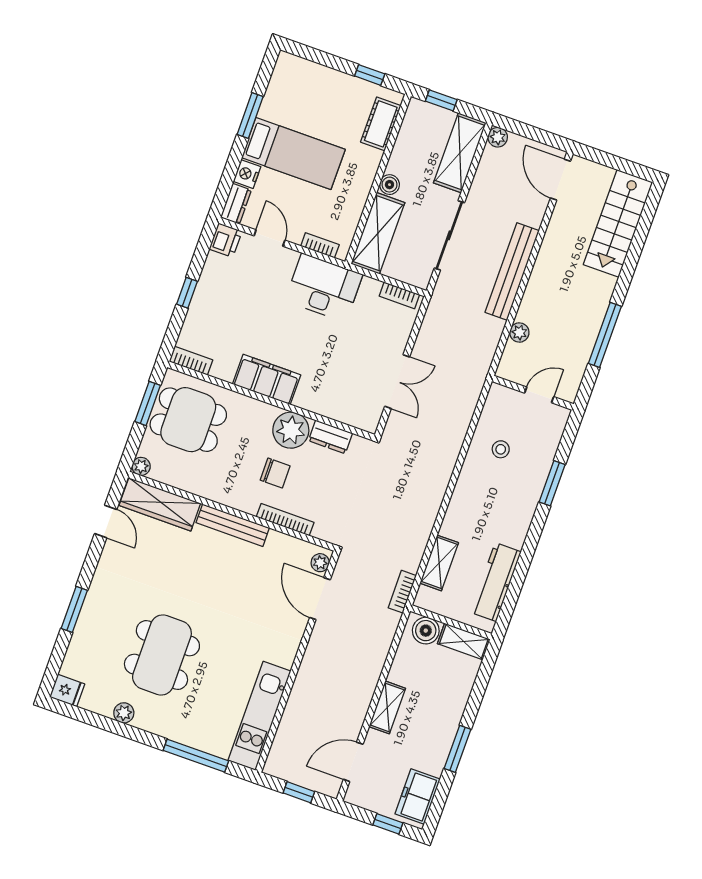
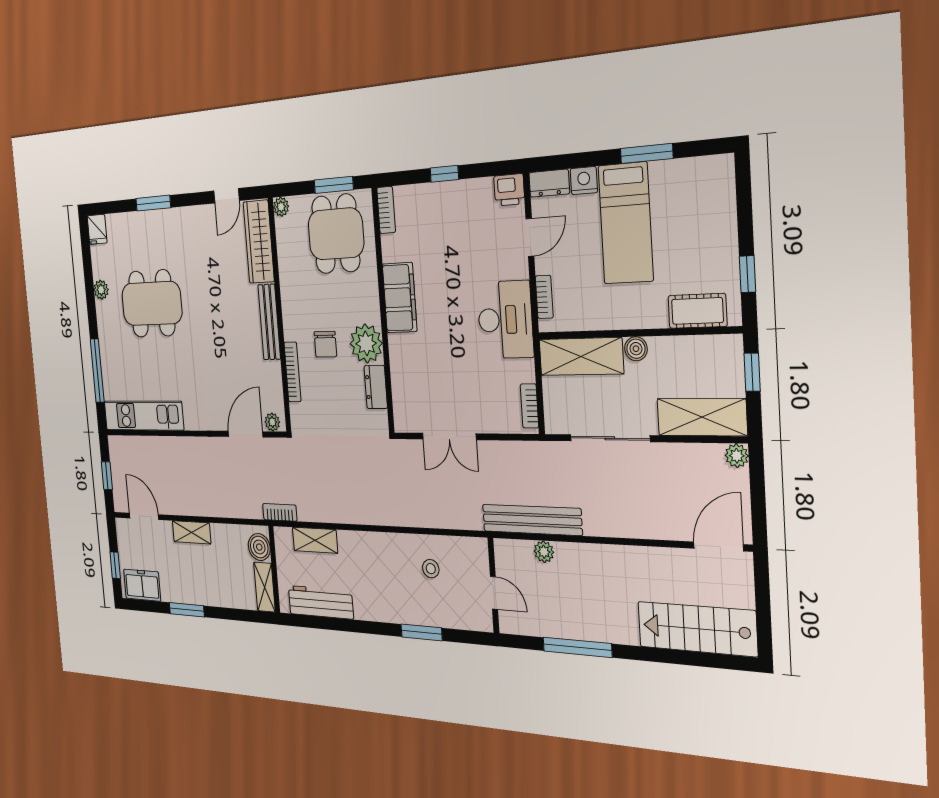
bench: (512, 272) -> (532, 520), moved

